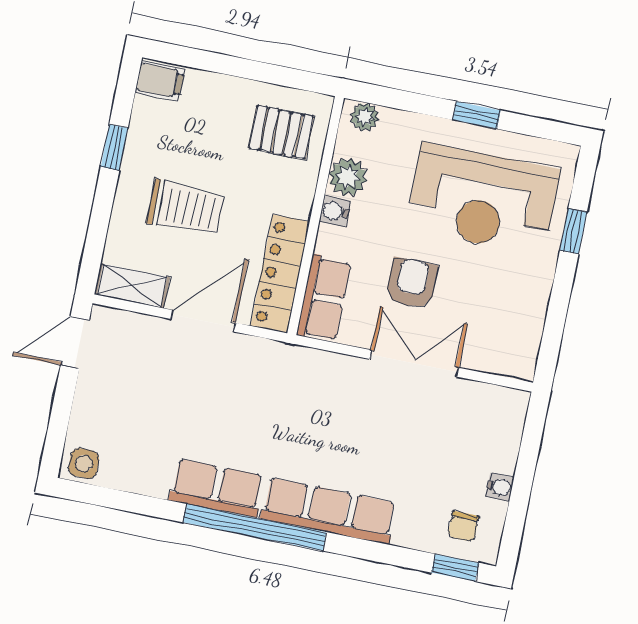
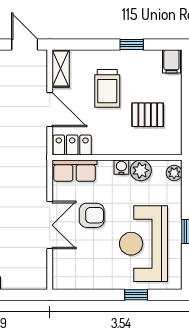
pallet: (281, 132) -> (148, 115), moved, turned 90
locker: (280, 274) -> (72, 145), width x0.66

